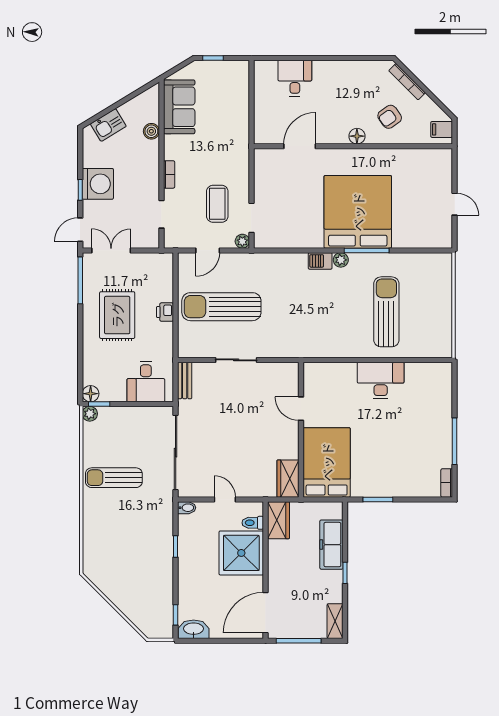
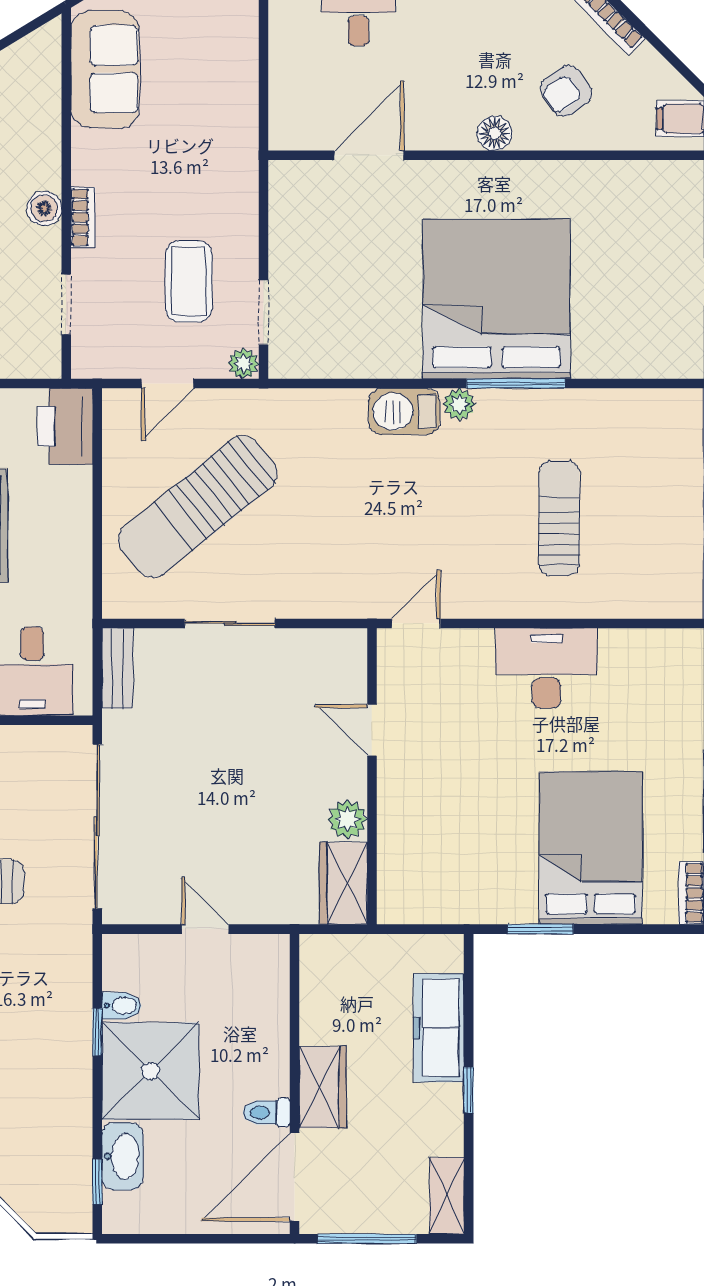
boiler: (151, 131) -> (44, 208), moved
barbecue: (320, 261) -> (404, 411), width x1.38, depth x1.27
sun lounger: (221, 307) -> (198, 507), turned -39
printer: (165, 312) -> (65, 426), moved, width x1.87, depth x1.48
sun lounger: (386, 312) -> (559, 518), width x0.73, depth x0.75
door: (321, 360) -> (416, 623), added
plant: (290, 449) -> (347, 819), added
bed: (327, 462) -> (591, 848), moved
bidet: (187, 508) -> (122, 1006), moved
wardrobe: (279, 520) -> (323, 1087), moved
toilet: (253, 523) -> (266, 1112), moved
shower: (241, 553) -> (150, 1071), moved
washbasin: (194, 629) -> (122, 1156), moved, turned 90

